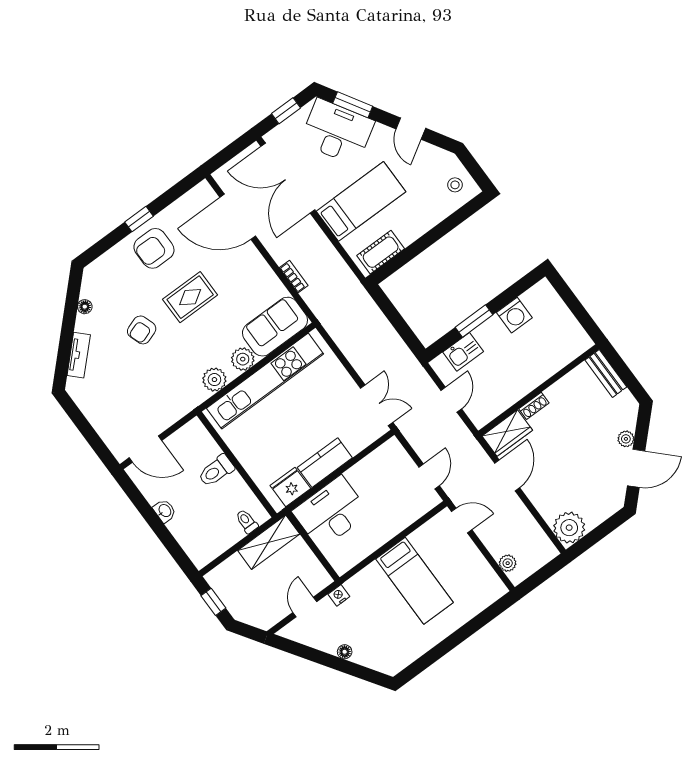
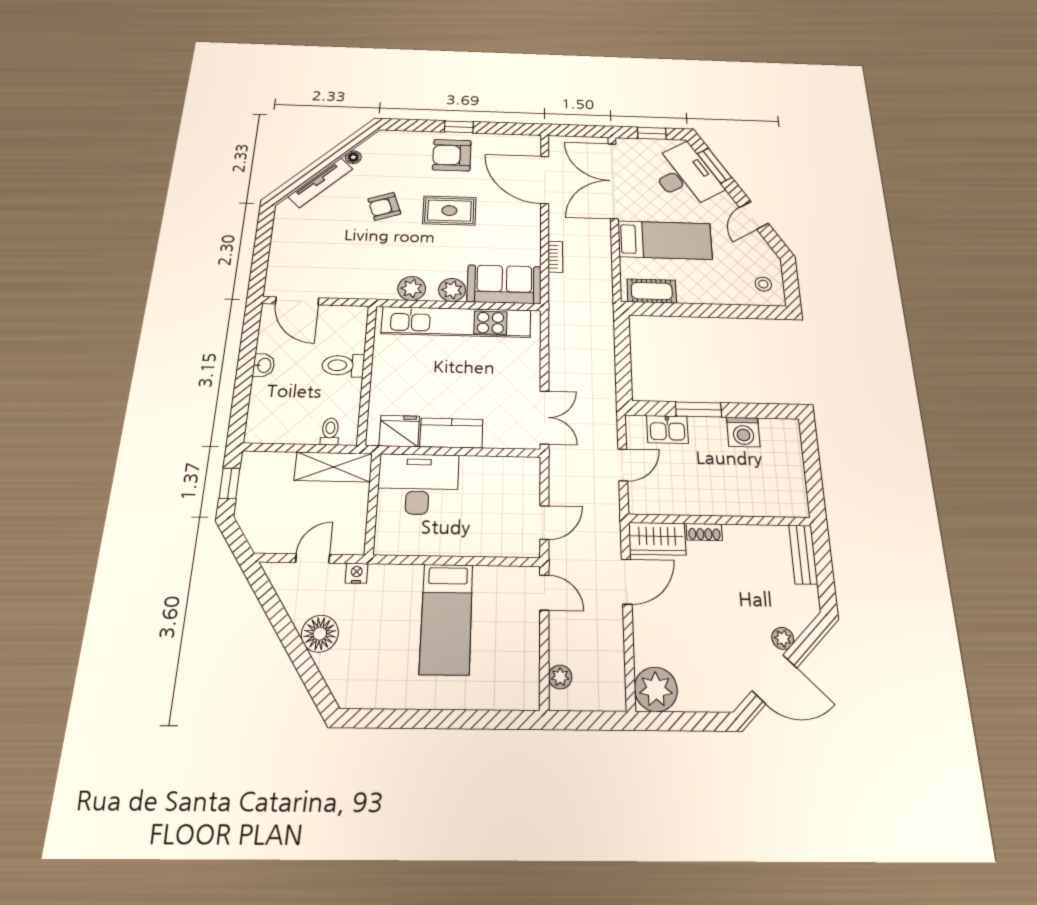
tv unit: (79, 355) -> (320, 183), width x1.41
floor lamp: (345, 652) -> (320, 634), width x1.89, depth x1.89

